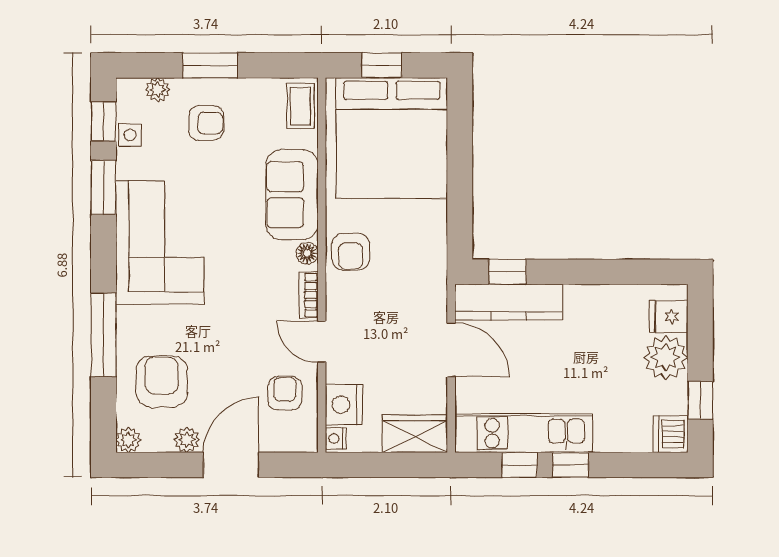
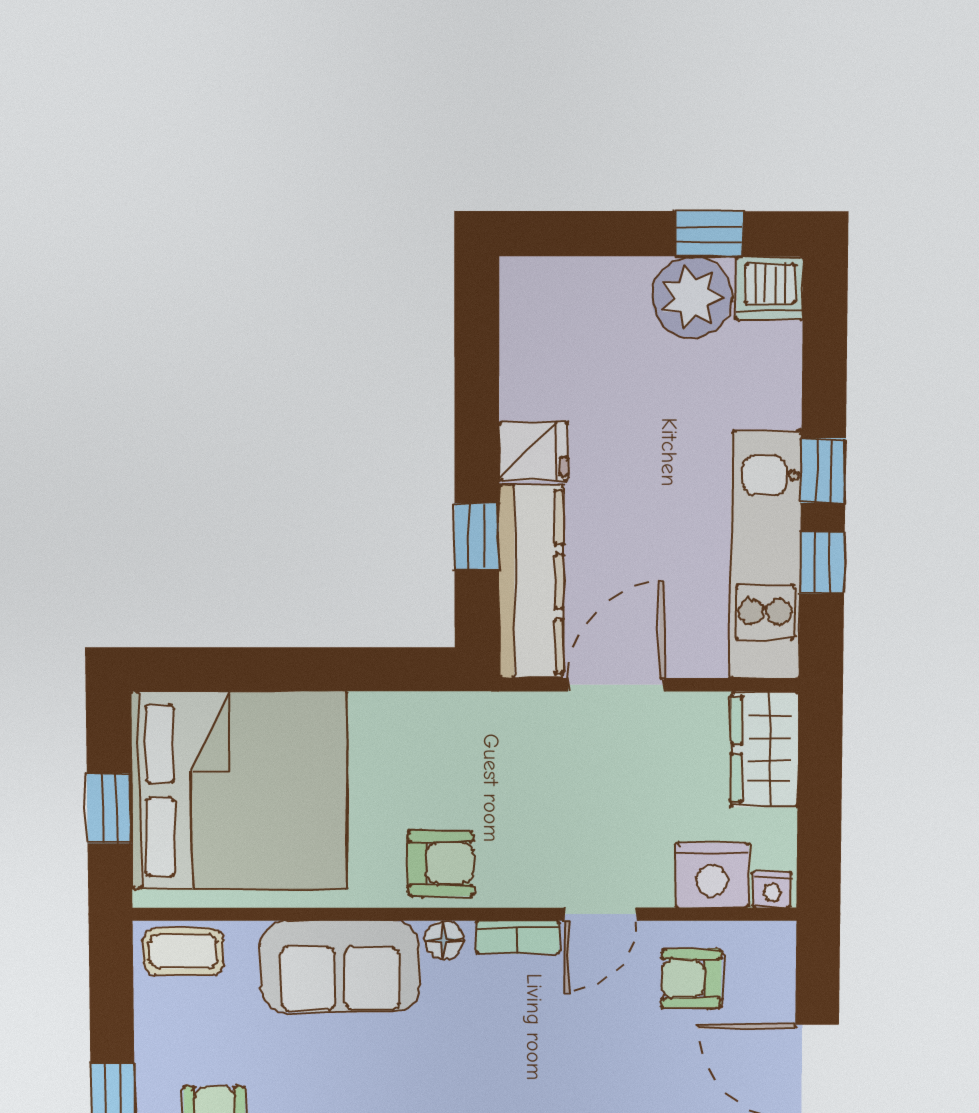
window: (507, 272) -> (477, 537), moved
fridge: (669, 317) -> (534, 451), moved, turned -90
plant: (666, 357) -> (692, 297), moved

